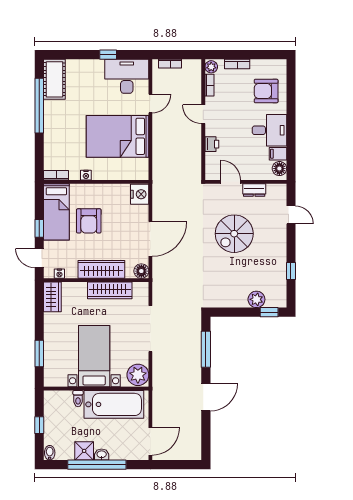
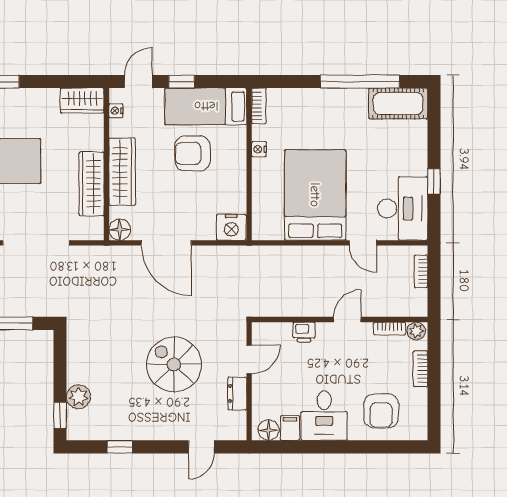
armchair: (266, 91) -> (381, 411), turned 180

